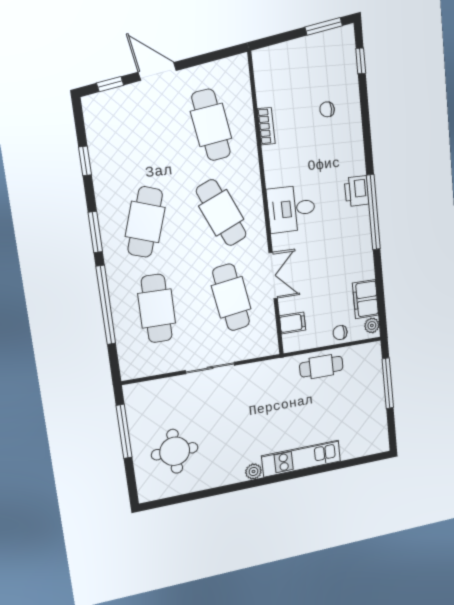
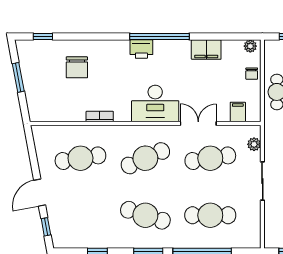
window: (324, 26) -> (18, 77), moved
chair: (327, 109) -> (77, 67), width x1.87, depth x1.87
bookcase: (266, 126) -> (100, 117), moved
desk: (291, 209) -> (155, 104), width x1.37
filing cabinet: (365, 299) -> (206, 50), moved
plant: (255, 350) -> (254, 144), added

